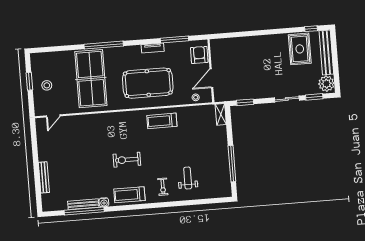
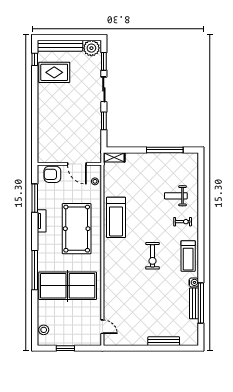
stool: (47, 85) -> (44, 330), moved
window: (245, 102) -> (104, 121), moved
treadmill: (162, 121) -> (116, 217), width x1.37, depth x1.38

